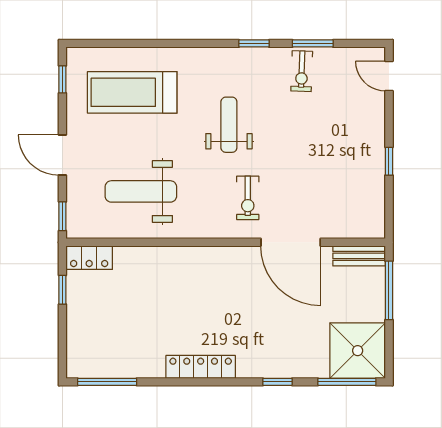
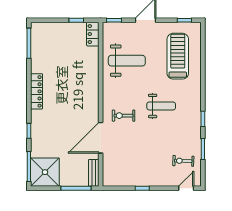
exercise bike: (302, 71) -> (183, 161), moved
weight bench: (141, 191) -> (127, 61), turned 90

